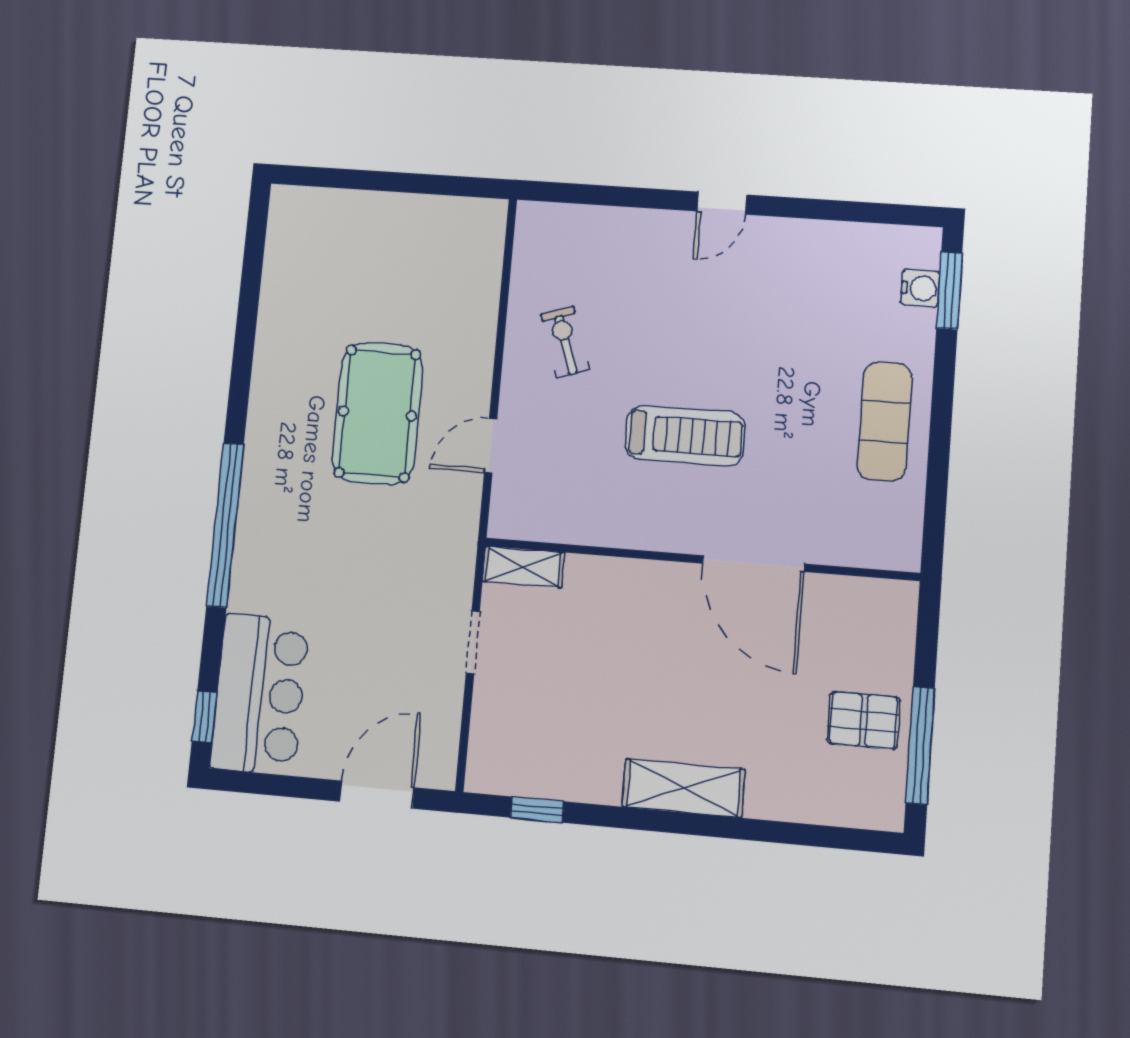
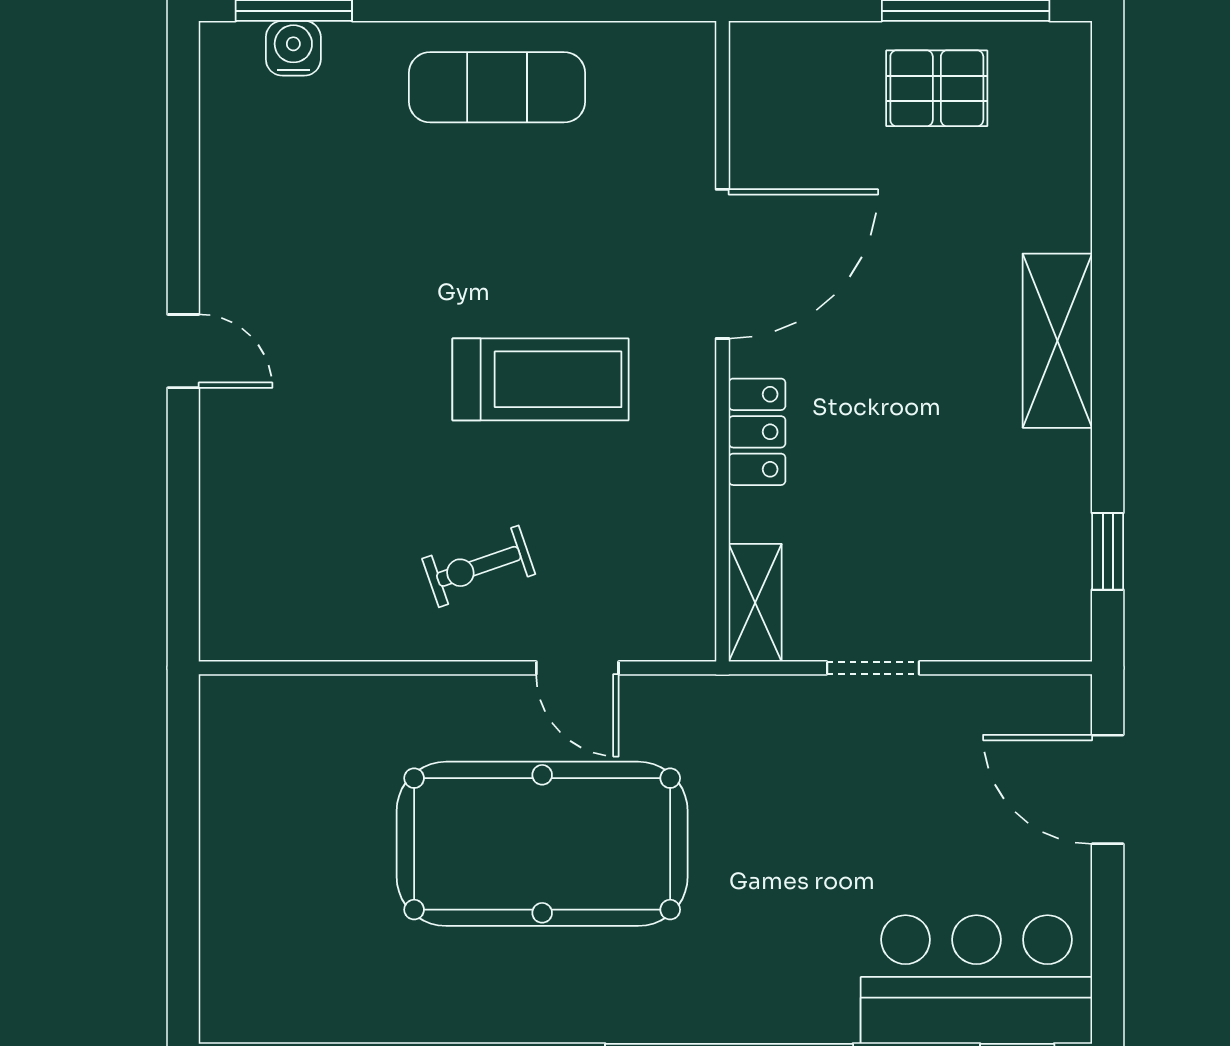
exercise bike: (565, 342) -> (479, 566), moved
pool table: (377, 413) -> (542, 844), width x1.36, depth x1.32
treadmill: (685, 436) -> (541, 379), turned 90
locker: (638, 578) -> (757, 432), added
pallet: (864, 720) -> (937, 88), turned 90

